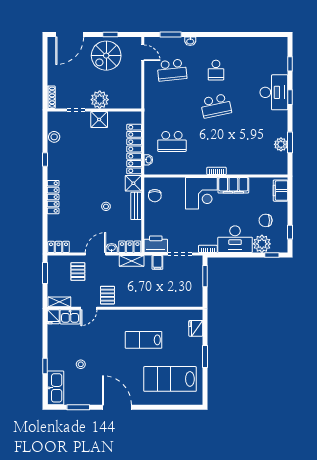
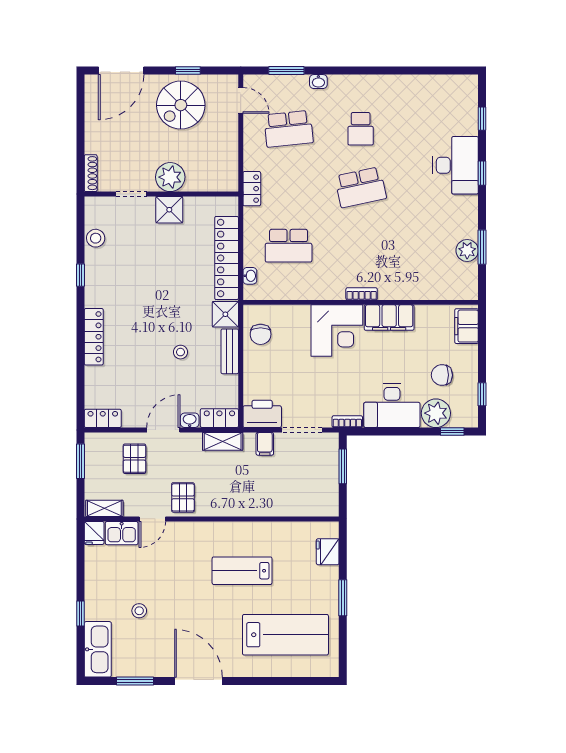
locker: (149, 107) -> (252, 189), added
lab bench: (170, 379) -> (285, 635), turned 180

